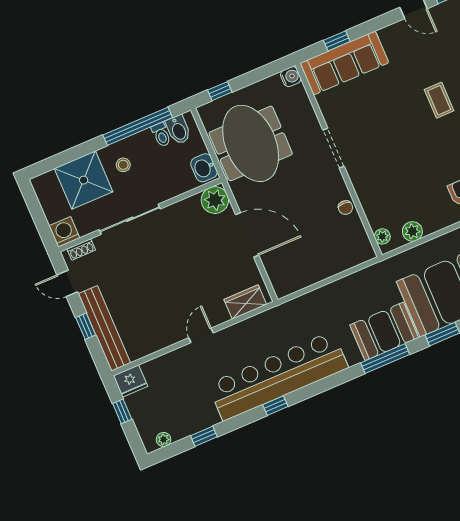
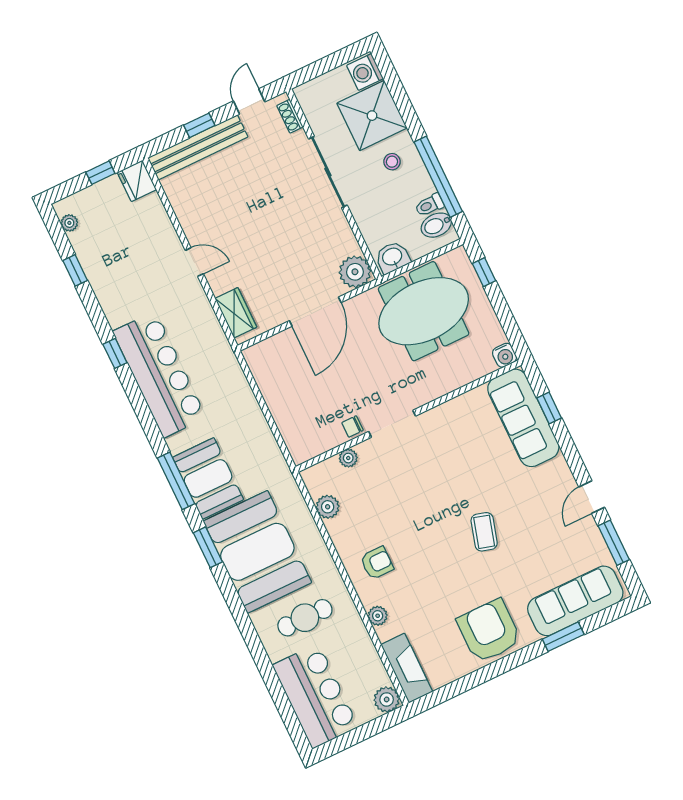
coffee table: (439, 100) -> (484, 532), turned -74
doorway: (333, 148) -> (392, 424), moved
washing machine: (64, 232) -> (365, 72), moved, turned 180
plant: (382, 236) -> (348, 458), moved
bar counter: (278, 376) -> (159, 375), width x0.73

